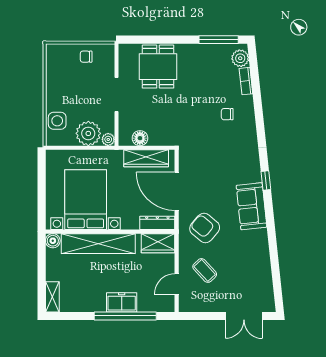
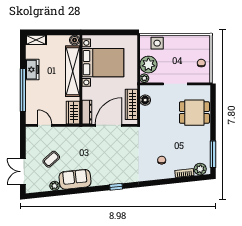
sofa: (252, 206) -> (75, 179), moved
armchair: (205, 228) -> (83, 145), removed
coffee table: (205, 270) -> (51, 159), moved
plant: (265, 270) -> (55, 186), added
freezer: (122, 302) -> (32, 70), moved

